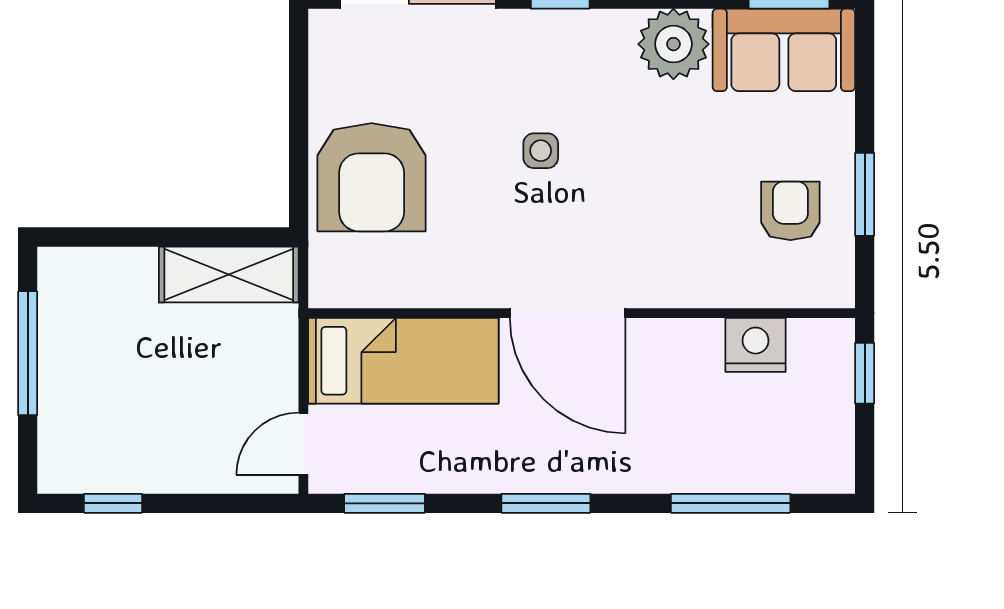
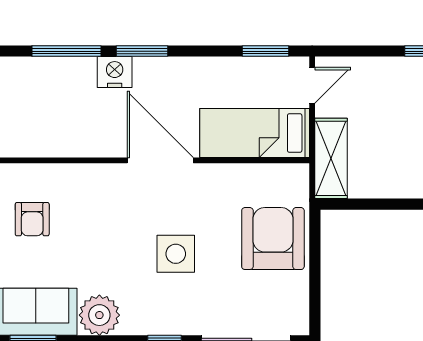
side table: (541, 151) -> (176, 254), width x1.87, depth x1.87
shelving: (229, 274) -> (331, 158), moved, turned 90
nightstand: (756, 345) -> (115, 72), moved, turned 180
window: (546, 503) -> (142, 51), moved

